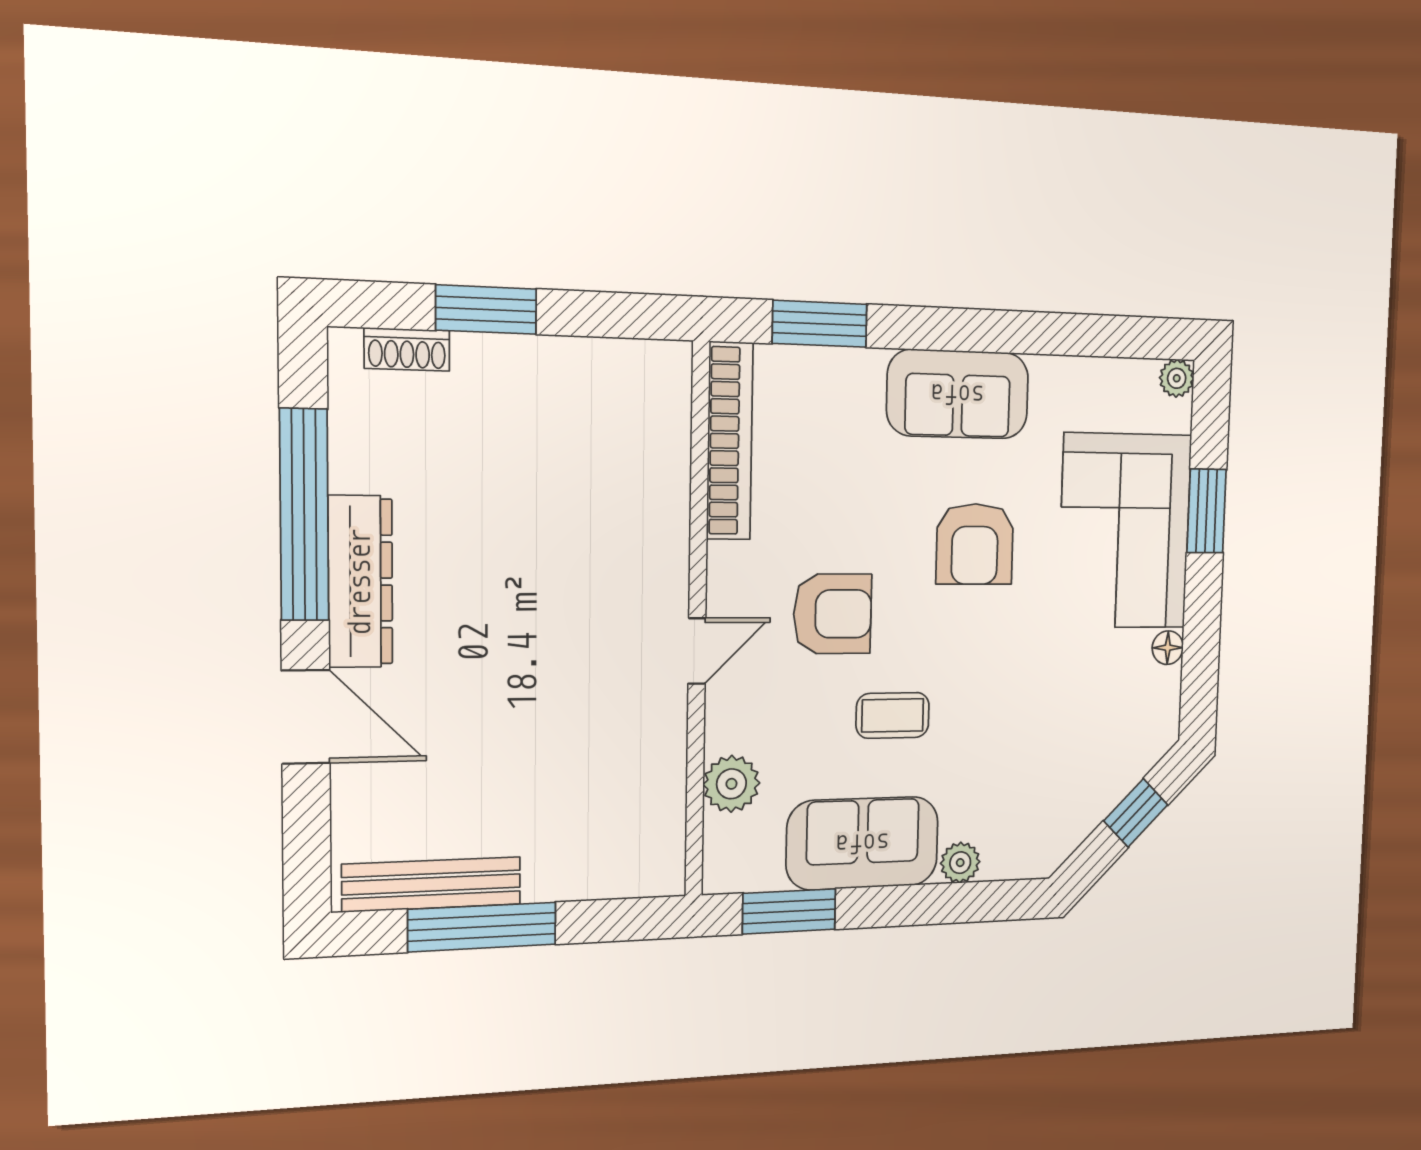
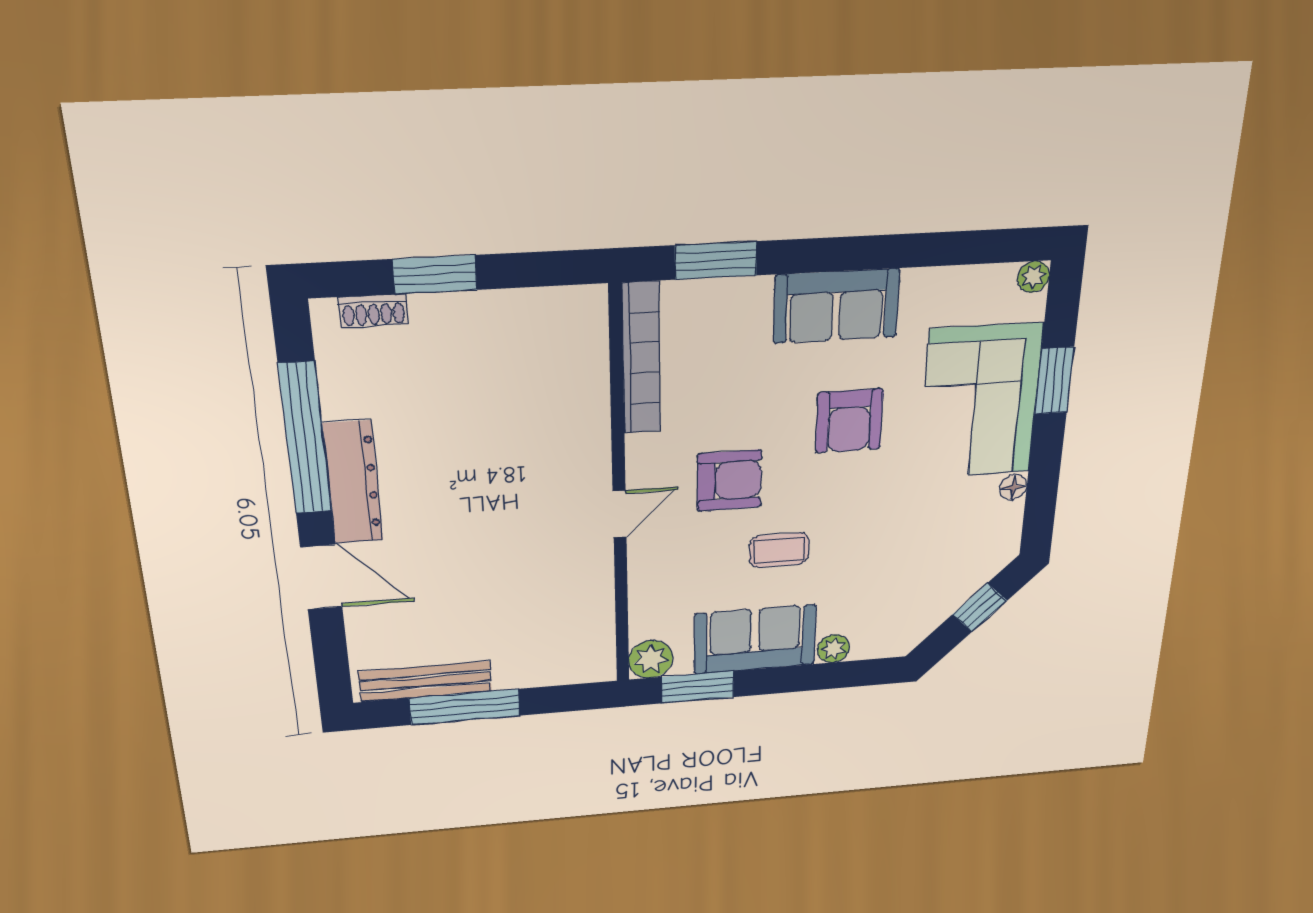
plant: (731, 784) -> (651, 659), moved

